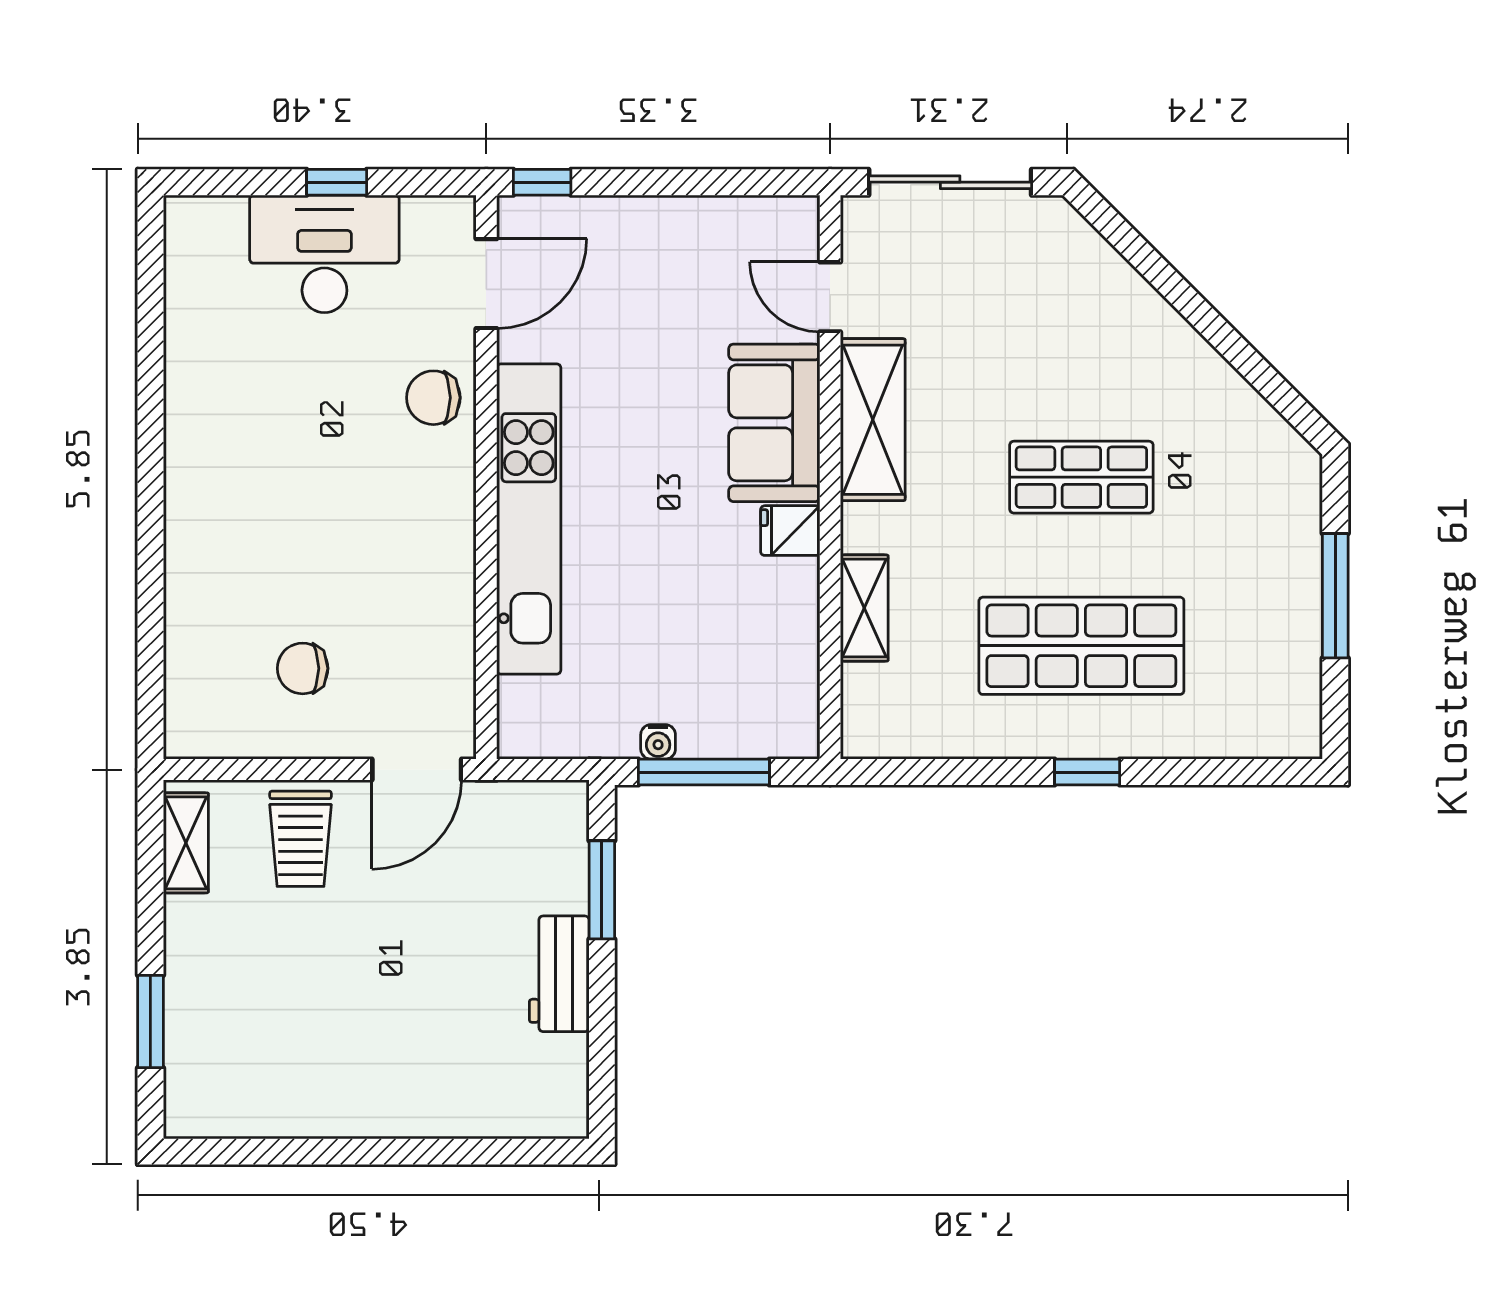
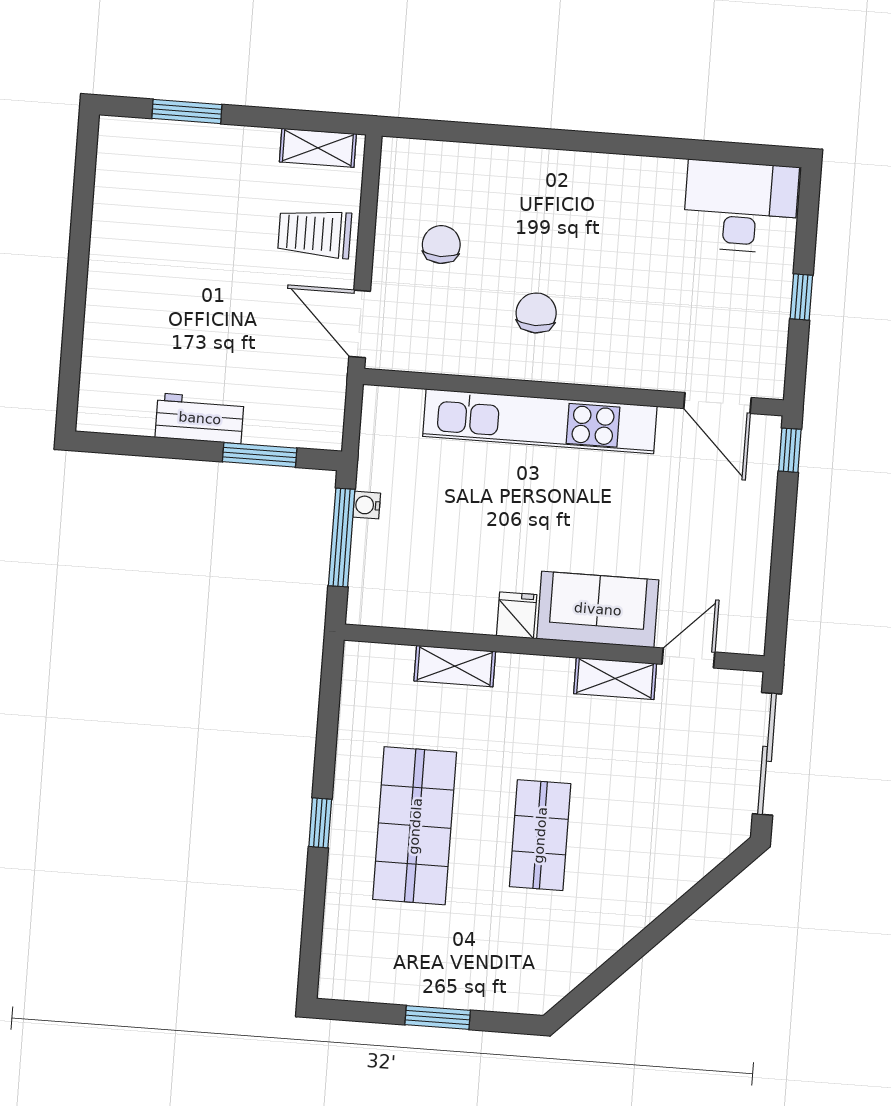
desk: (324, 254) -> (741, 207), moved, turned -90
chair: (433, 398) -> (536, 313), moved
shelving: (873, 420) -> (615, 678), width x0.67, depth x0.75
window: (1335, 596) -> (438, 1018), width x0.69

